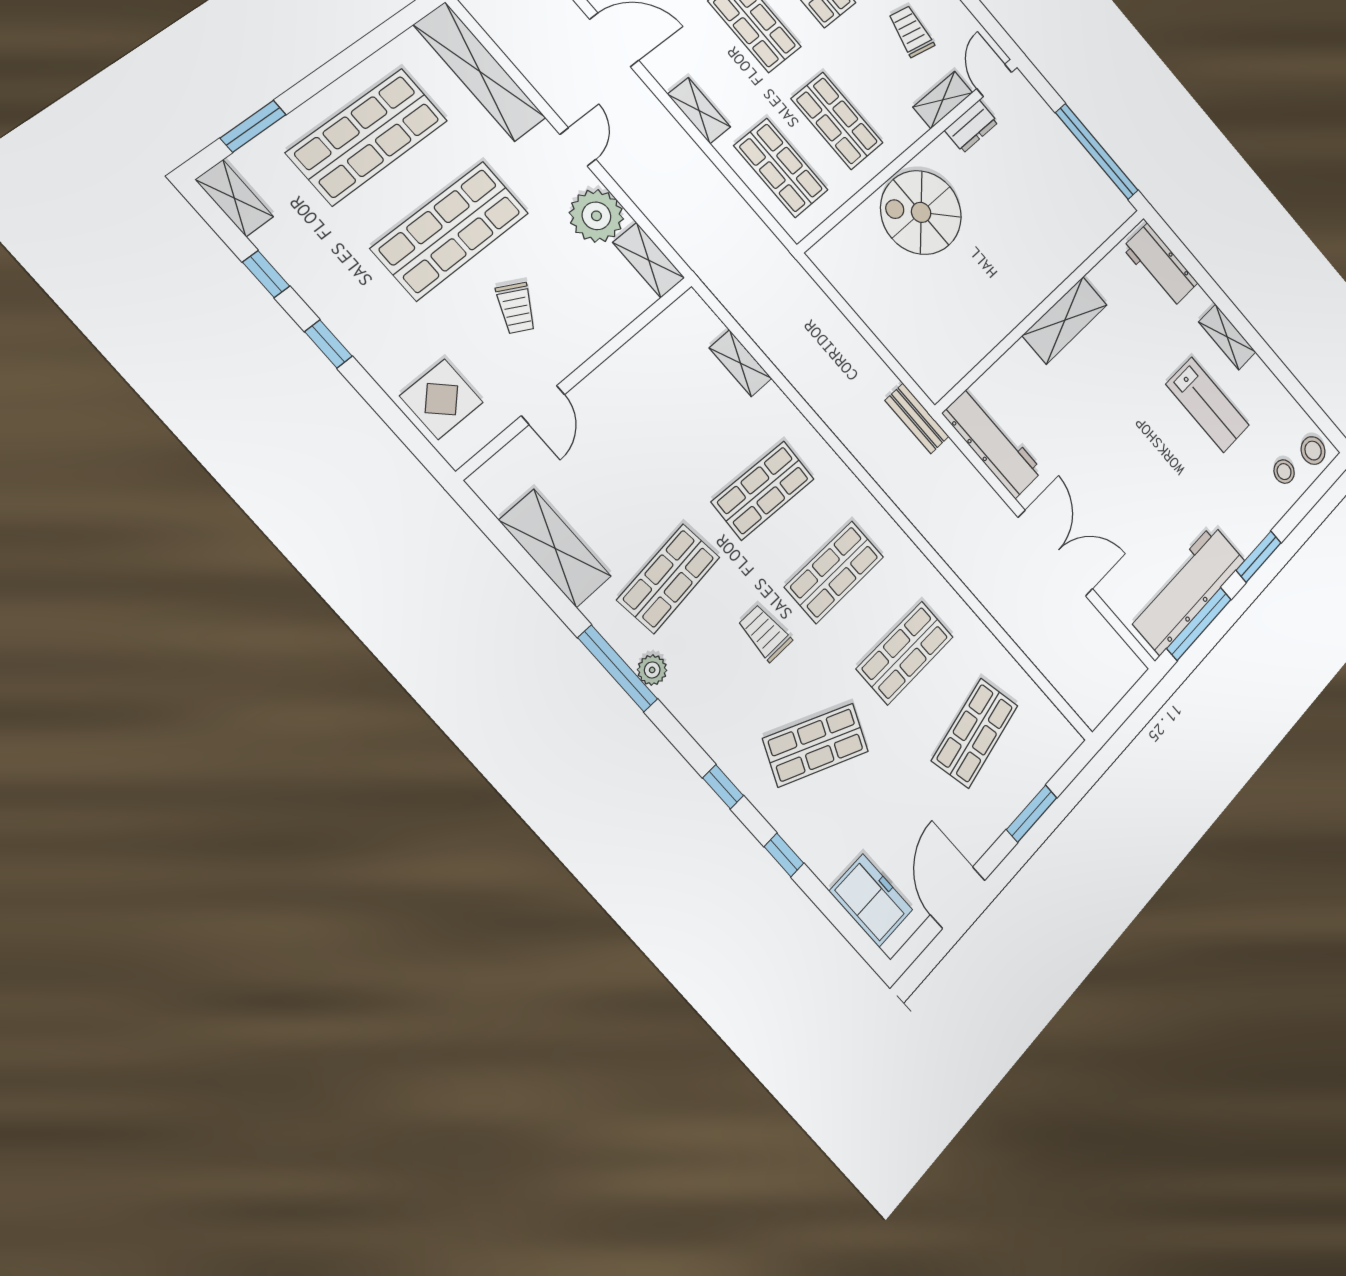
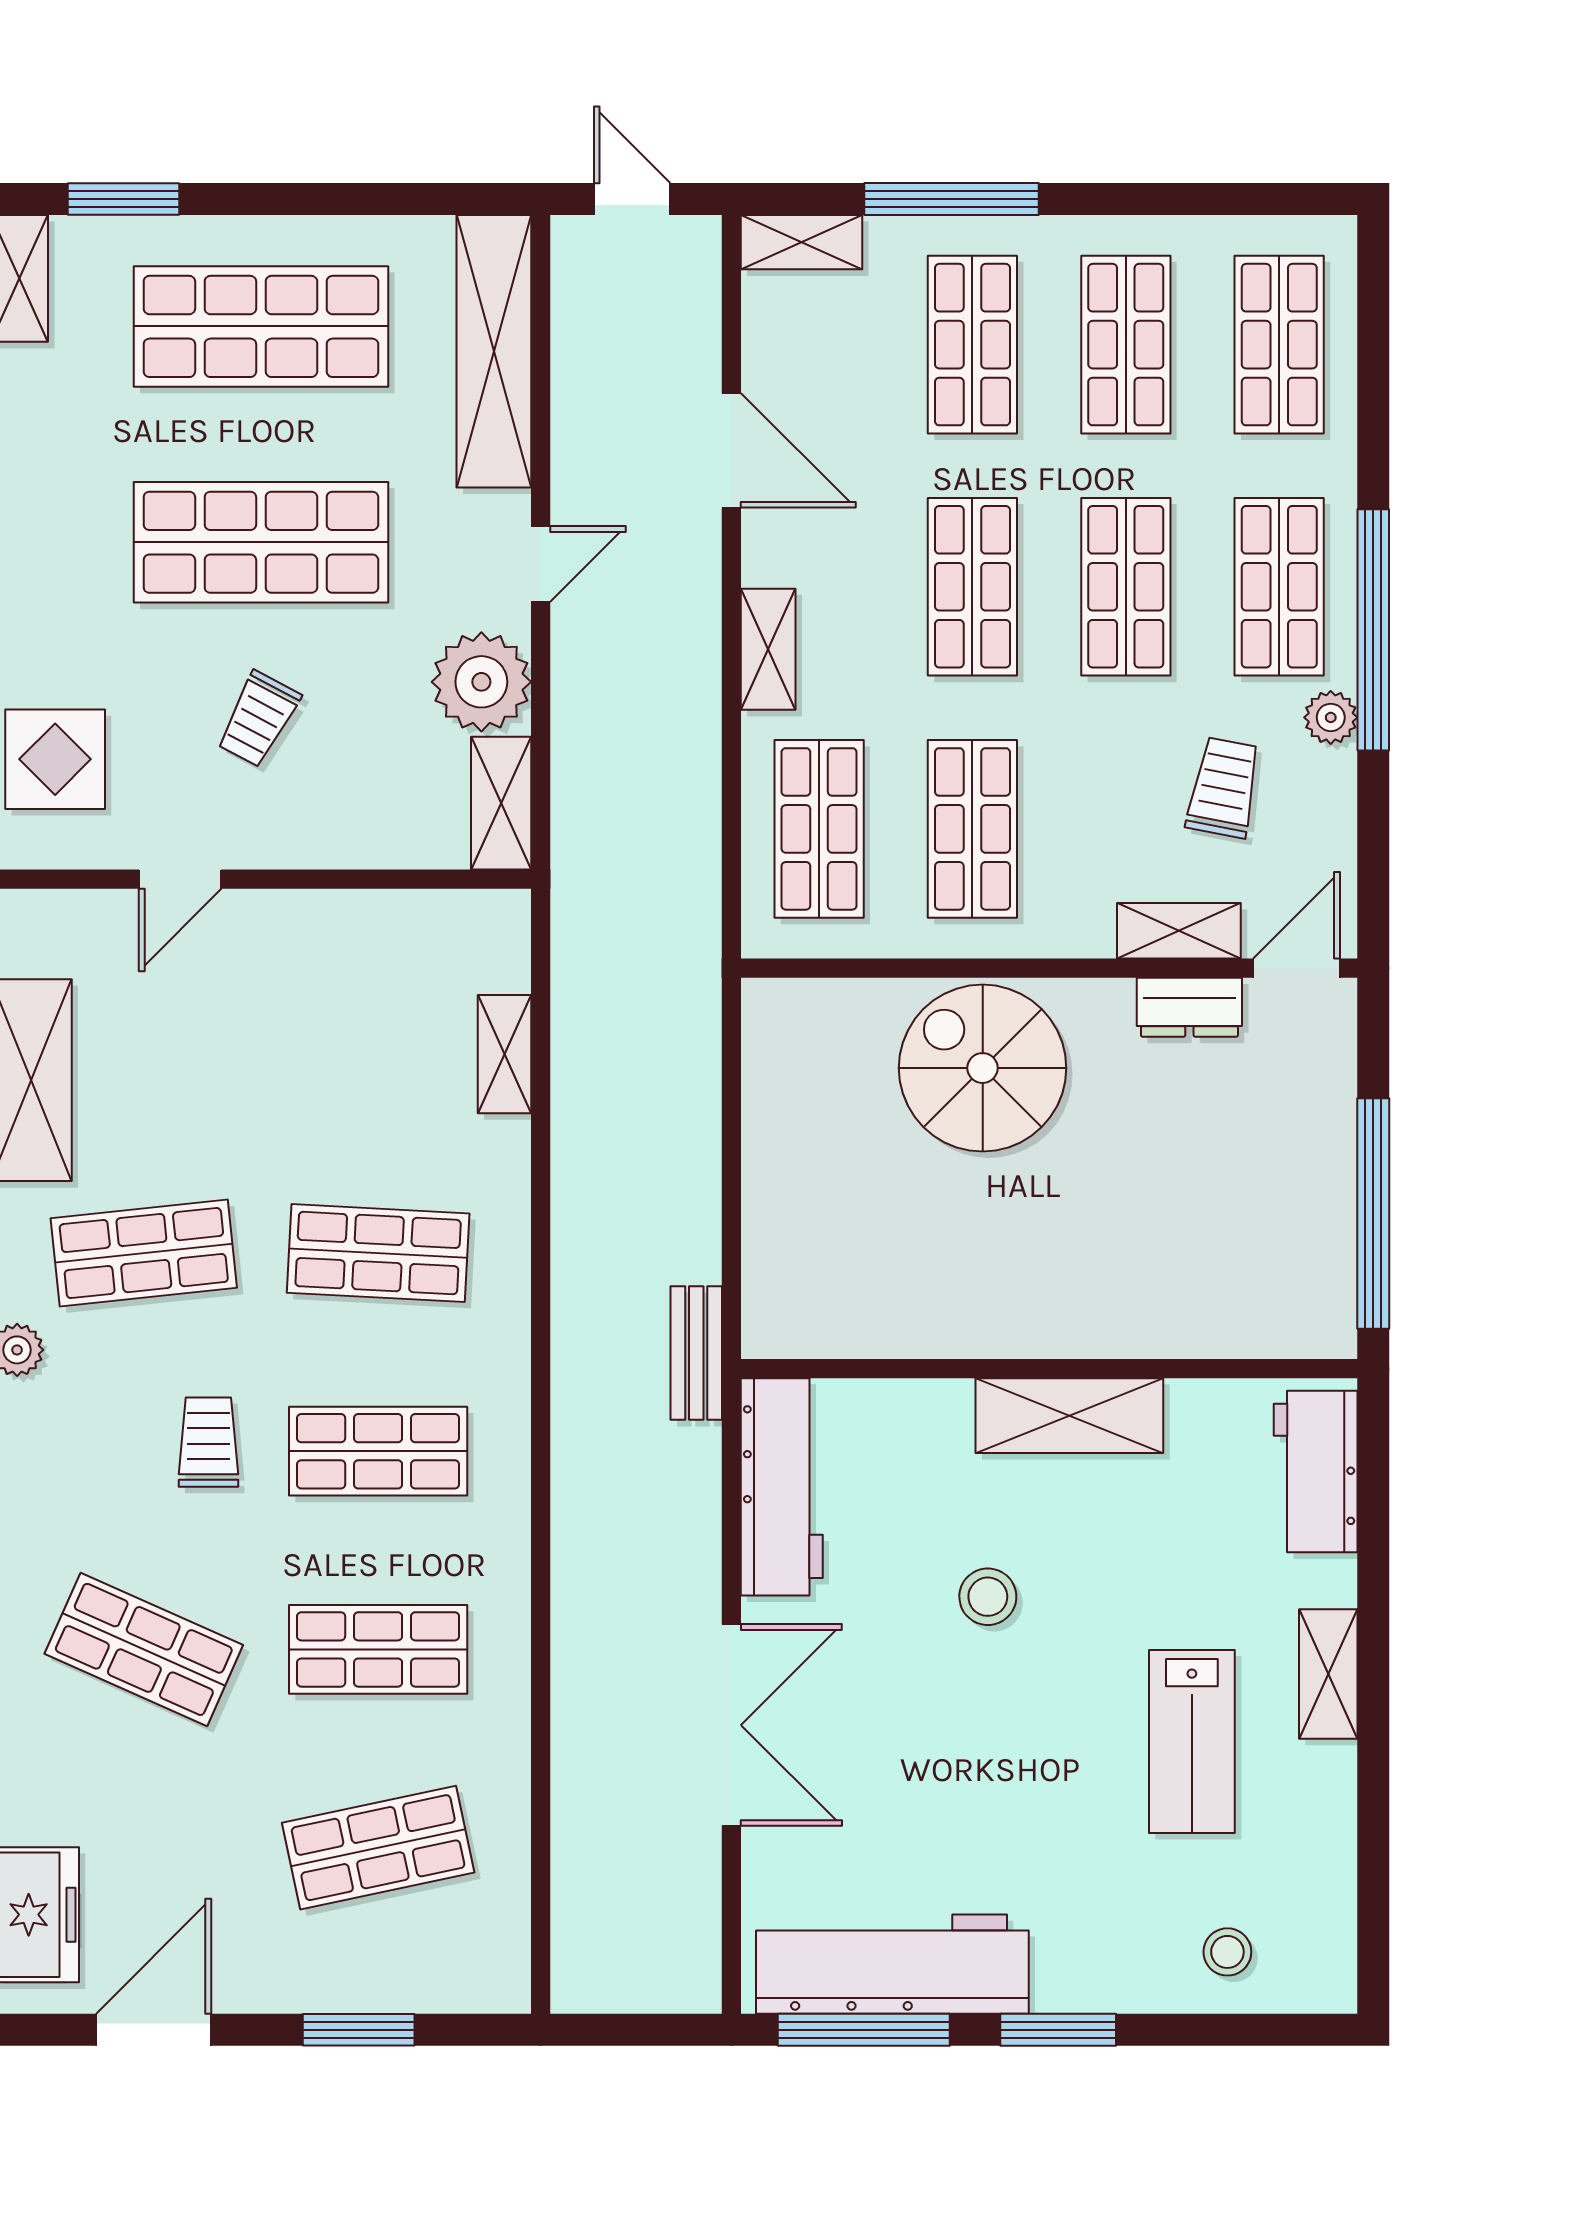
stool: (1313, 451) -> (988, 1597), moved

